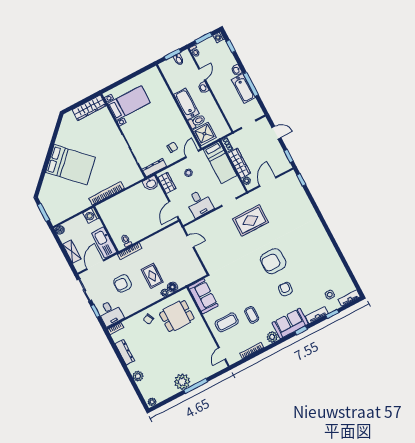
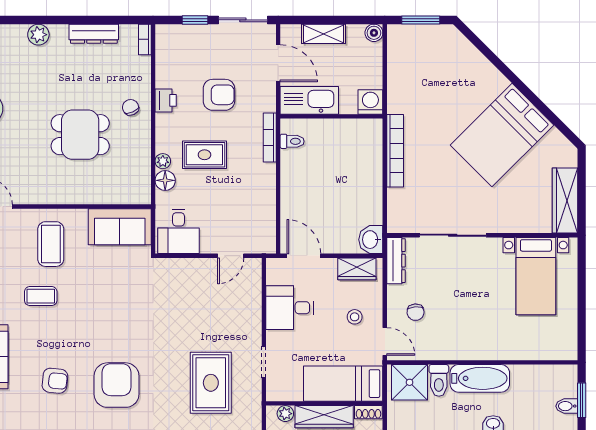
bed: (70, 165) -> (502, 135), moved
armchair: (123, 283) -> (219, 95), turned 90
printer: (137, 305) -> (166, 100), added
desk: (110, 313) -> (178, 231), moved, turned -90
dining table: (177, 316) -> (80, 135), moved, turned 90

